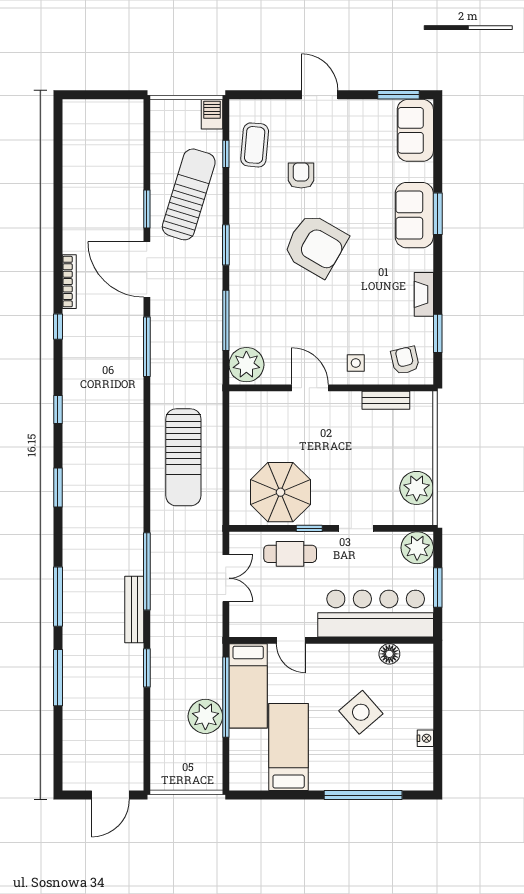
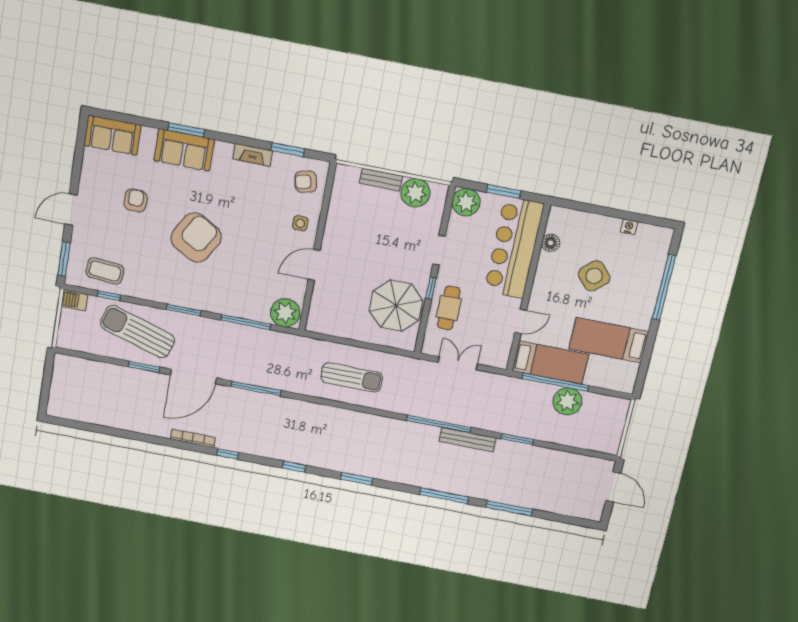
window: (399, 95) -> (64, 259), moved
armchair: (301, 176) -> (136, 201), moved, turned 90
bench: (386, 400) -> (381, 180), moved, turned 90
sun lounger: (183, 457) -> (352, 377), width x0.73, depth x0.75

